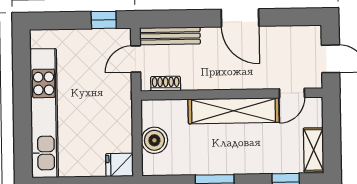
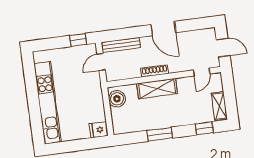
shoe rack: (166, 84) -> (155, 71), moved, width x1.43
shelving: (233, 111) -> (157, 89), width x0.68
boiler: (154, 140) -> (117, 99), moved

